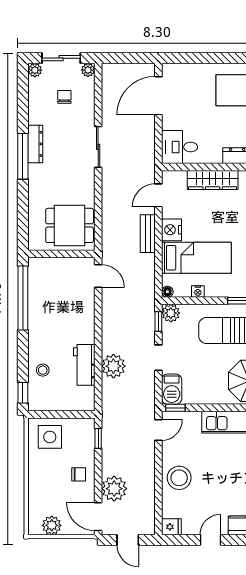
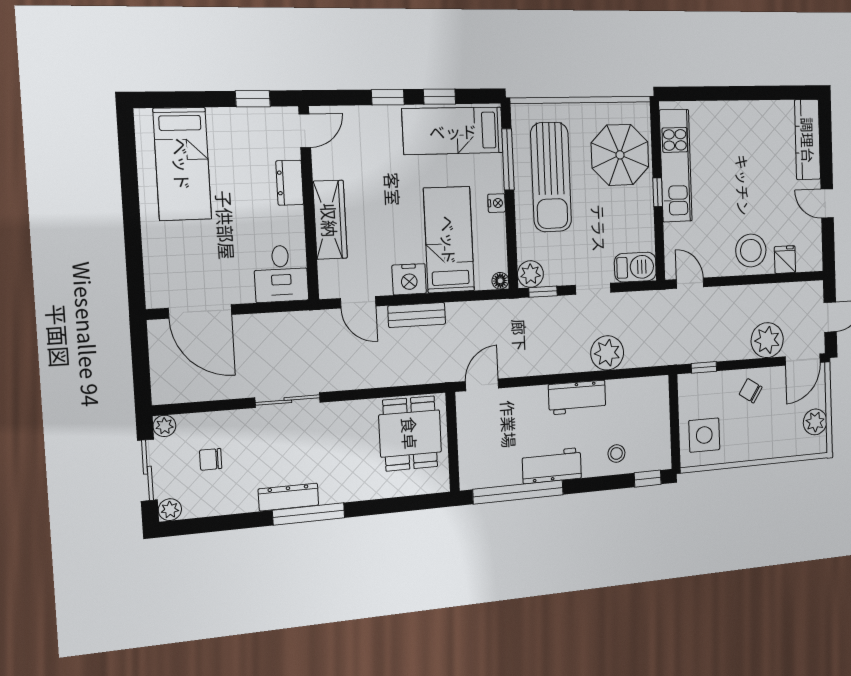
nightstand: (198, 292) -> (497, 203), moved
workbench: (39, 323) -> (552, 466), added
workbench: (84, 365) -> (577, 397), moved
window: (175, 408) -> (658, 192), moved
chair: (79, 474) -> (751, 391), turned -57
fridge: (171, 527) -> (785, 260), moved

